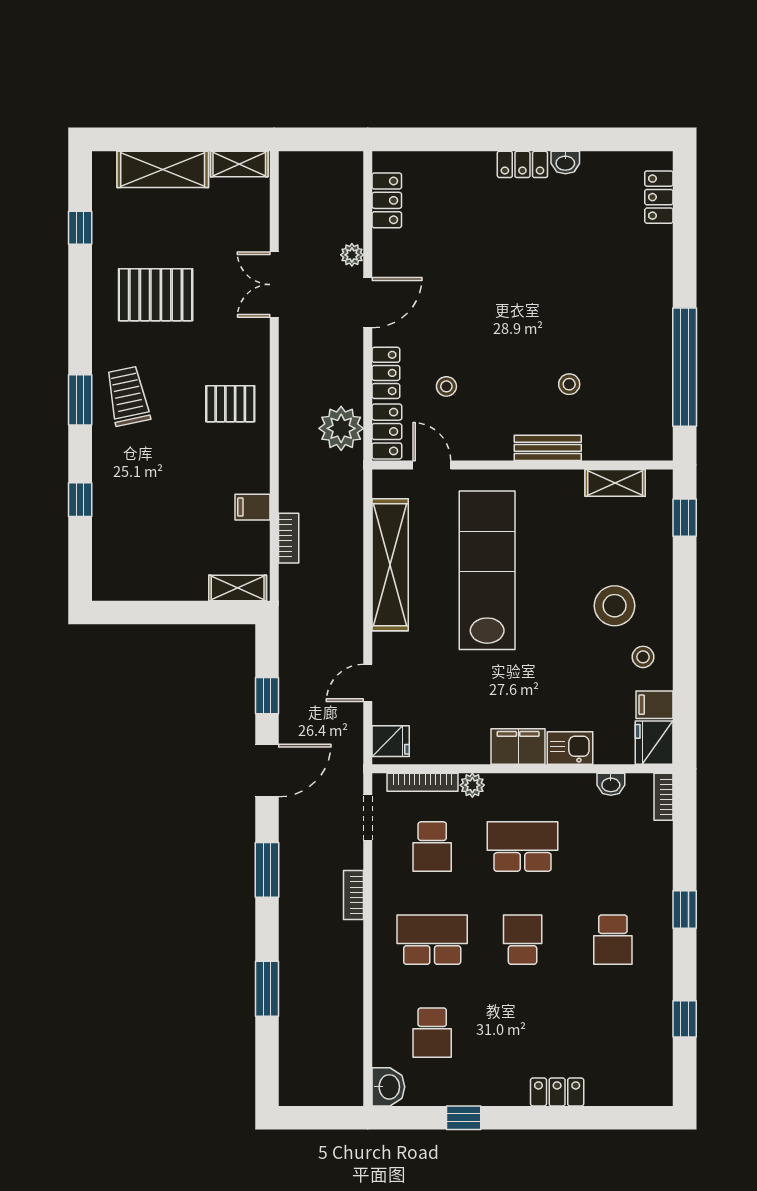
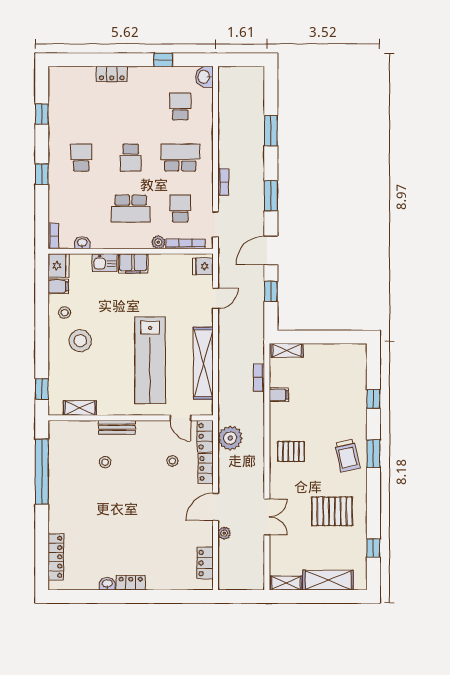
locker: (659, 197) -> (56, 557), width x1.53
school desk: (432, 940) -> (180, 158), turned 180

